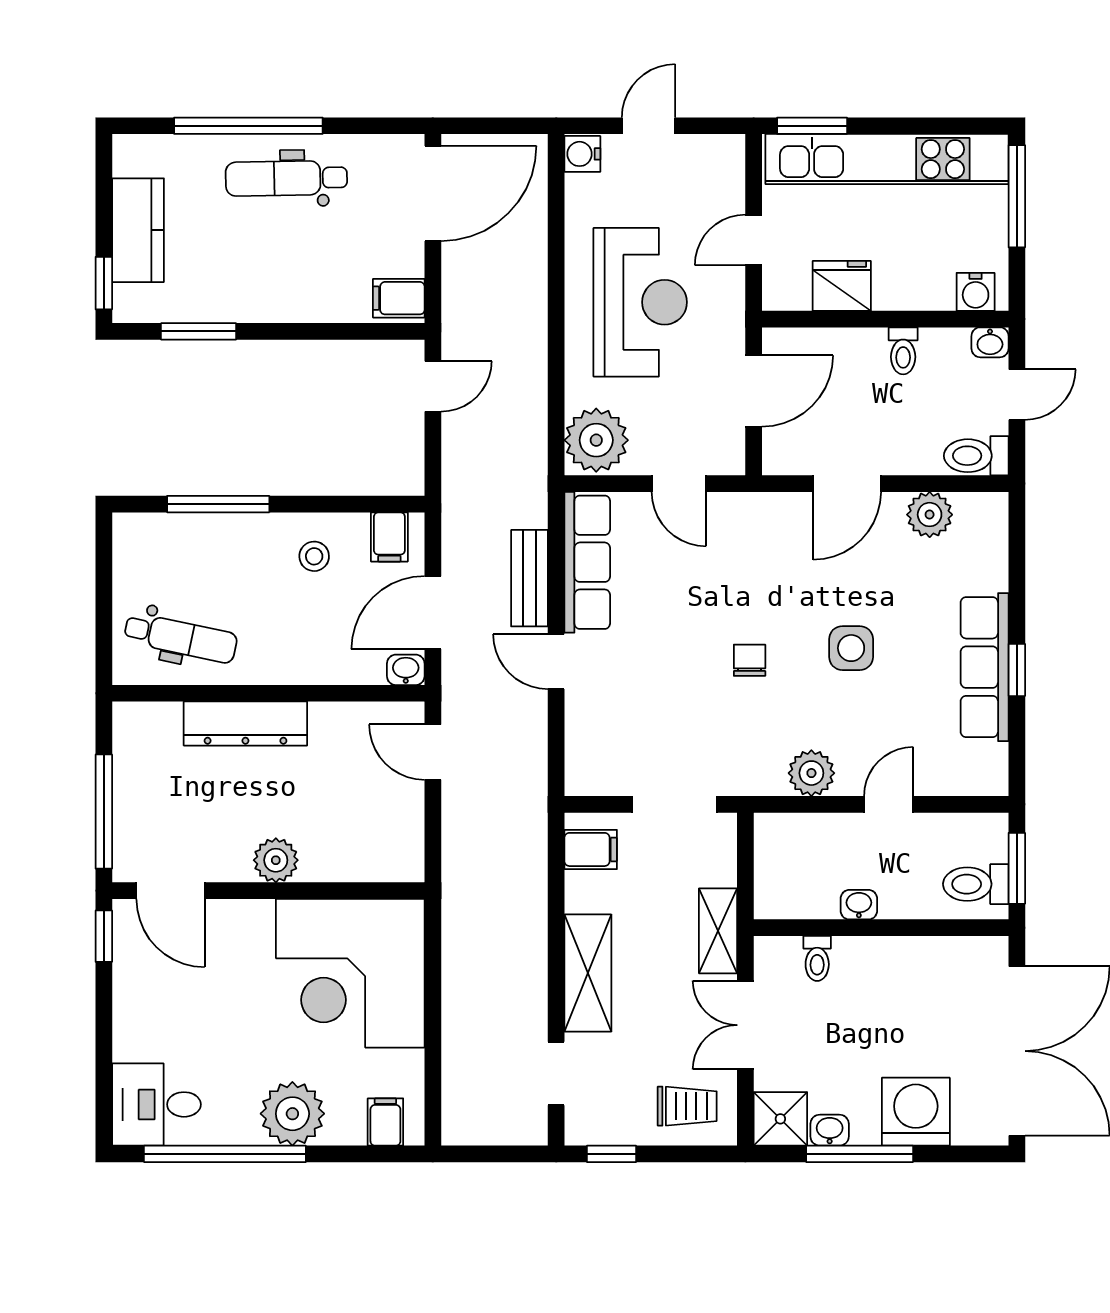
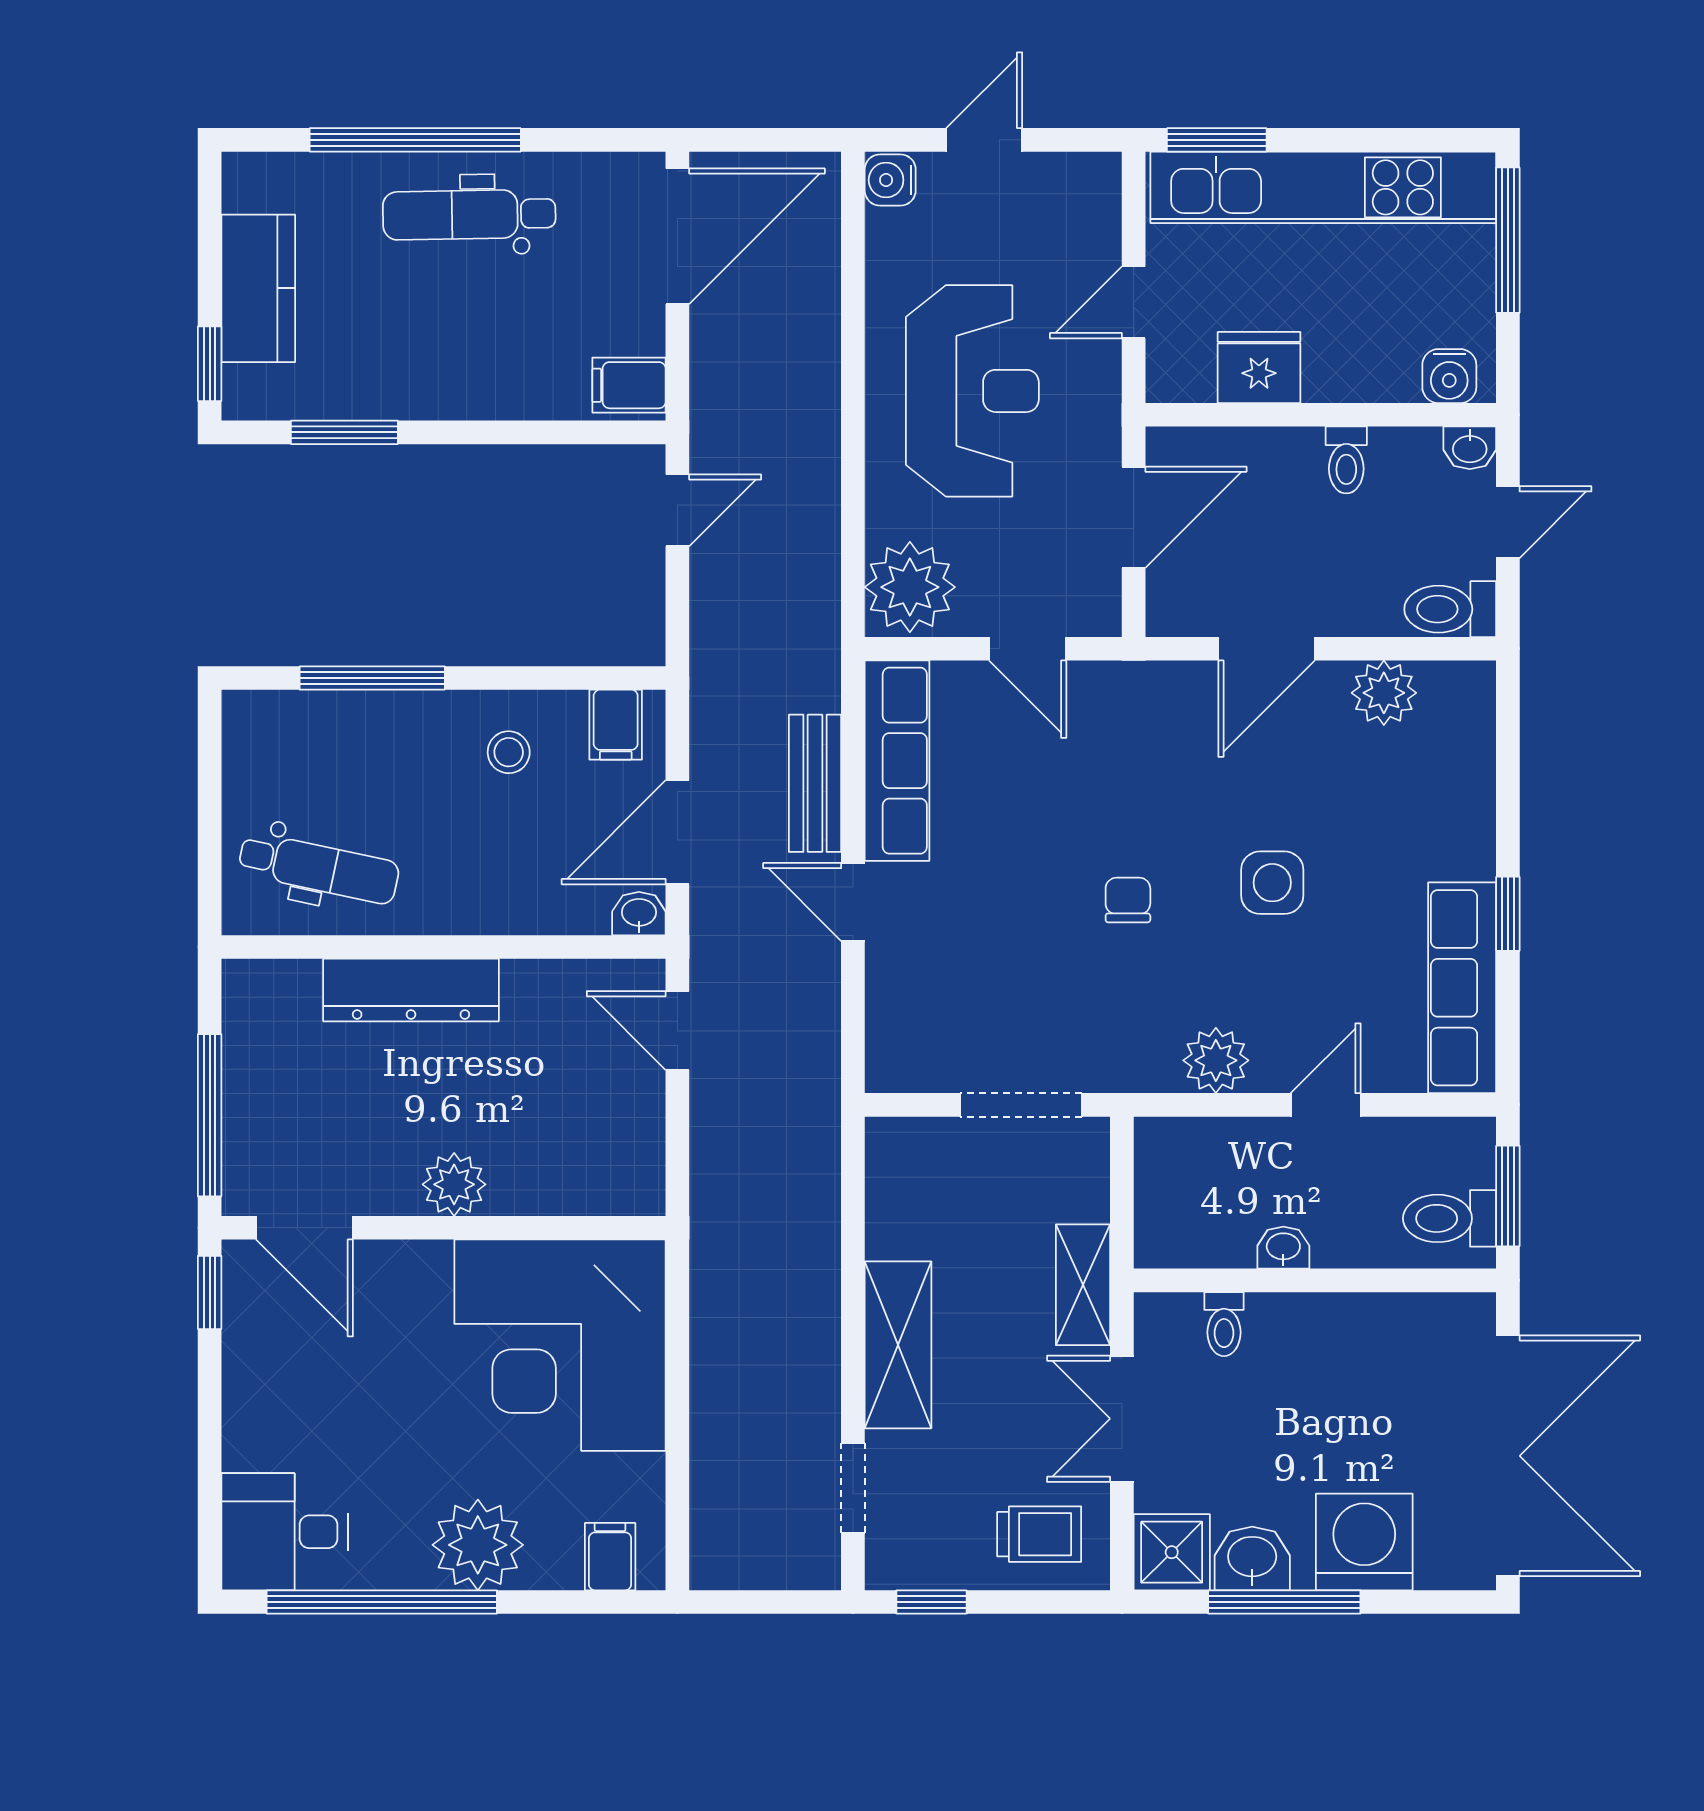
row of seats: (985, 667) -> (1462, 988), moved
filing cabinet: (591, 849) -> (902, 1169), removed
washbasin: (830, 1130) -> (1252, 1558), width x1.38, depth x1.45

